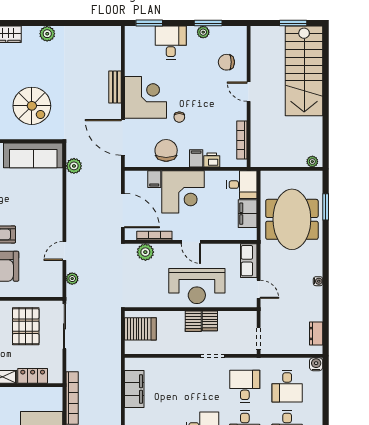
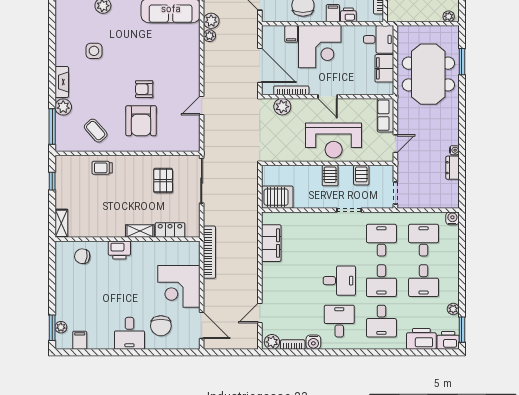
plant: (72, 279) -> (209, 36), moved
water cooler: (318, 281) -> (454, 150), moved
door: (259, 289) -> (395, 144), hinge flipped
server rack: (210, 321) -> (361, 175), moved
pallet: (26, 326) -> (163, 181), width x0.67, depth x0.71
server rack: (140, 329) -> (277, 197), moved
dresser: (316, 334) -> (452, 168), moved
desk: (287, 386) -> (424, 240), turned 180

